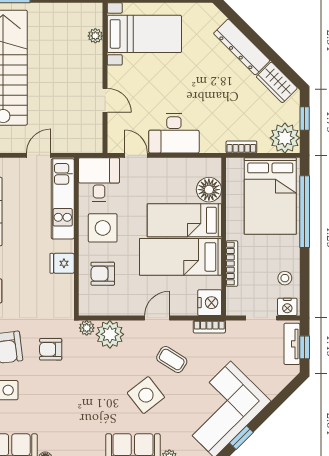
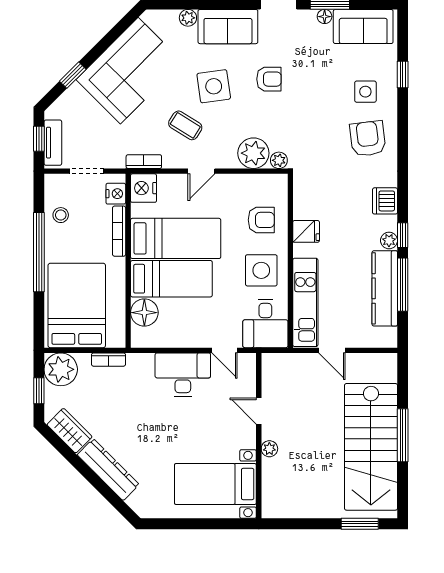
plant: (95, 36) -> (269, 449), moved
door: (39, 155) -> (332, 350), hinge flipped
window: (305, 212) -> (39, 252), moved
nightstand: (287, 307) -> (116, 194), moved, turned 90
armchair: (51, 349) -> (269, 79), moved
side table: (146, 395) -> (214, 86), turned 30
window: (241, 438) -> (73, 75), moved

